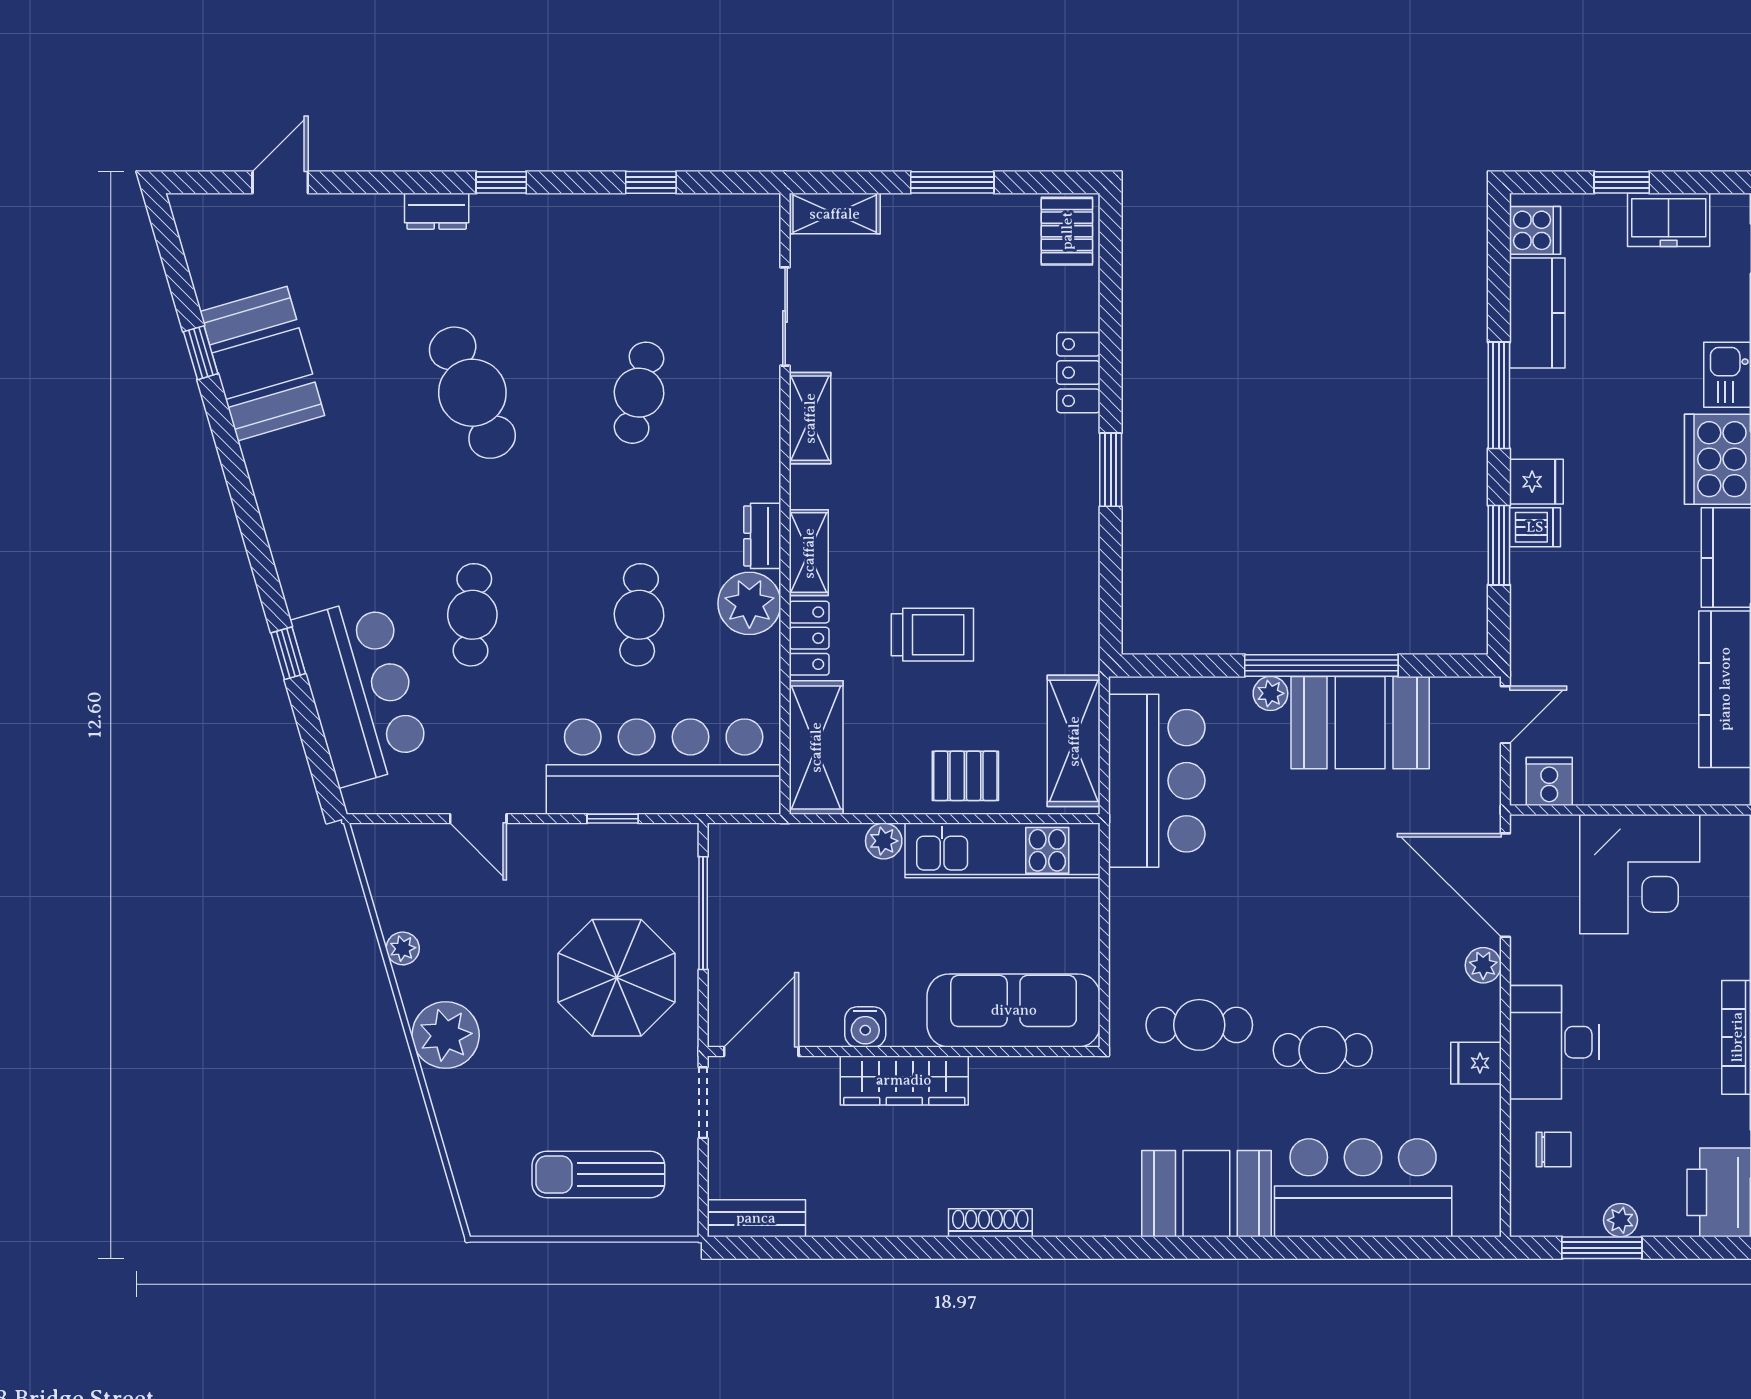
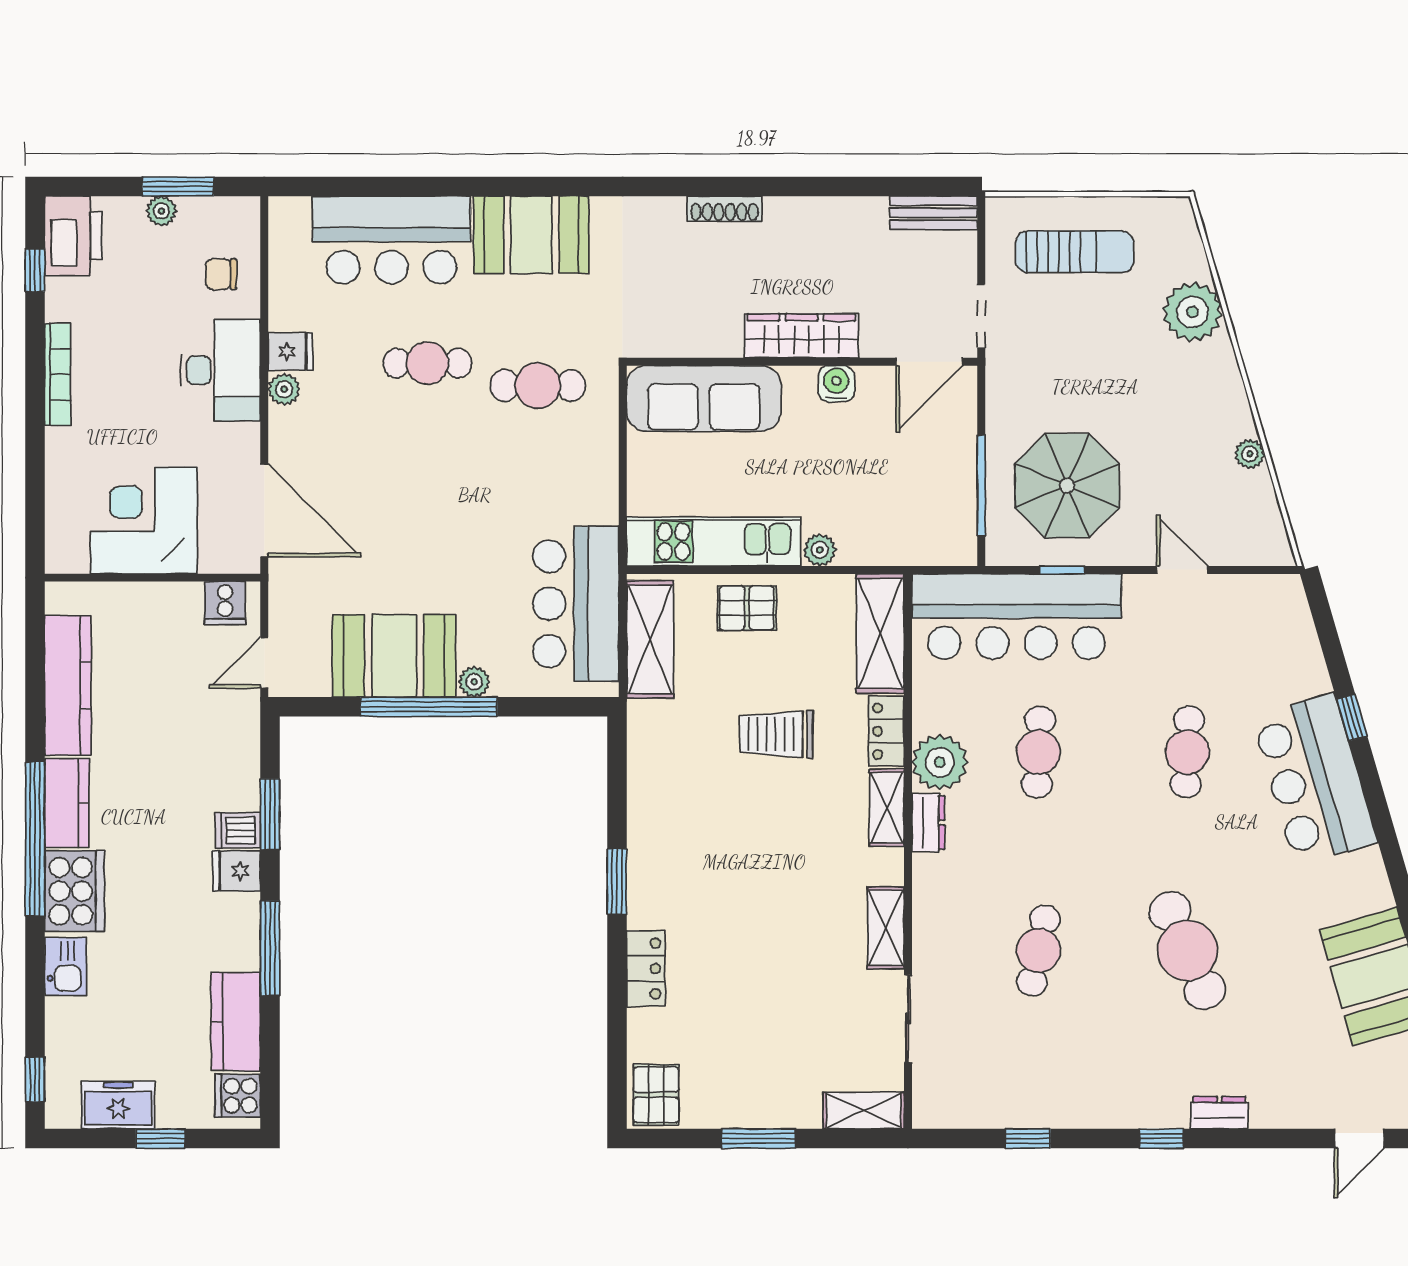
bar counter: (361, 691) -> (1315, 779), moved
plant: (1483, 965) -> (284, 389), moved
parasol: (617, 978) -> (1067, 486), moved
plant: (446, 1035) -> (1192, 312), moved

